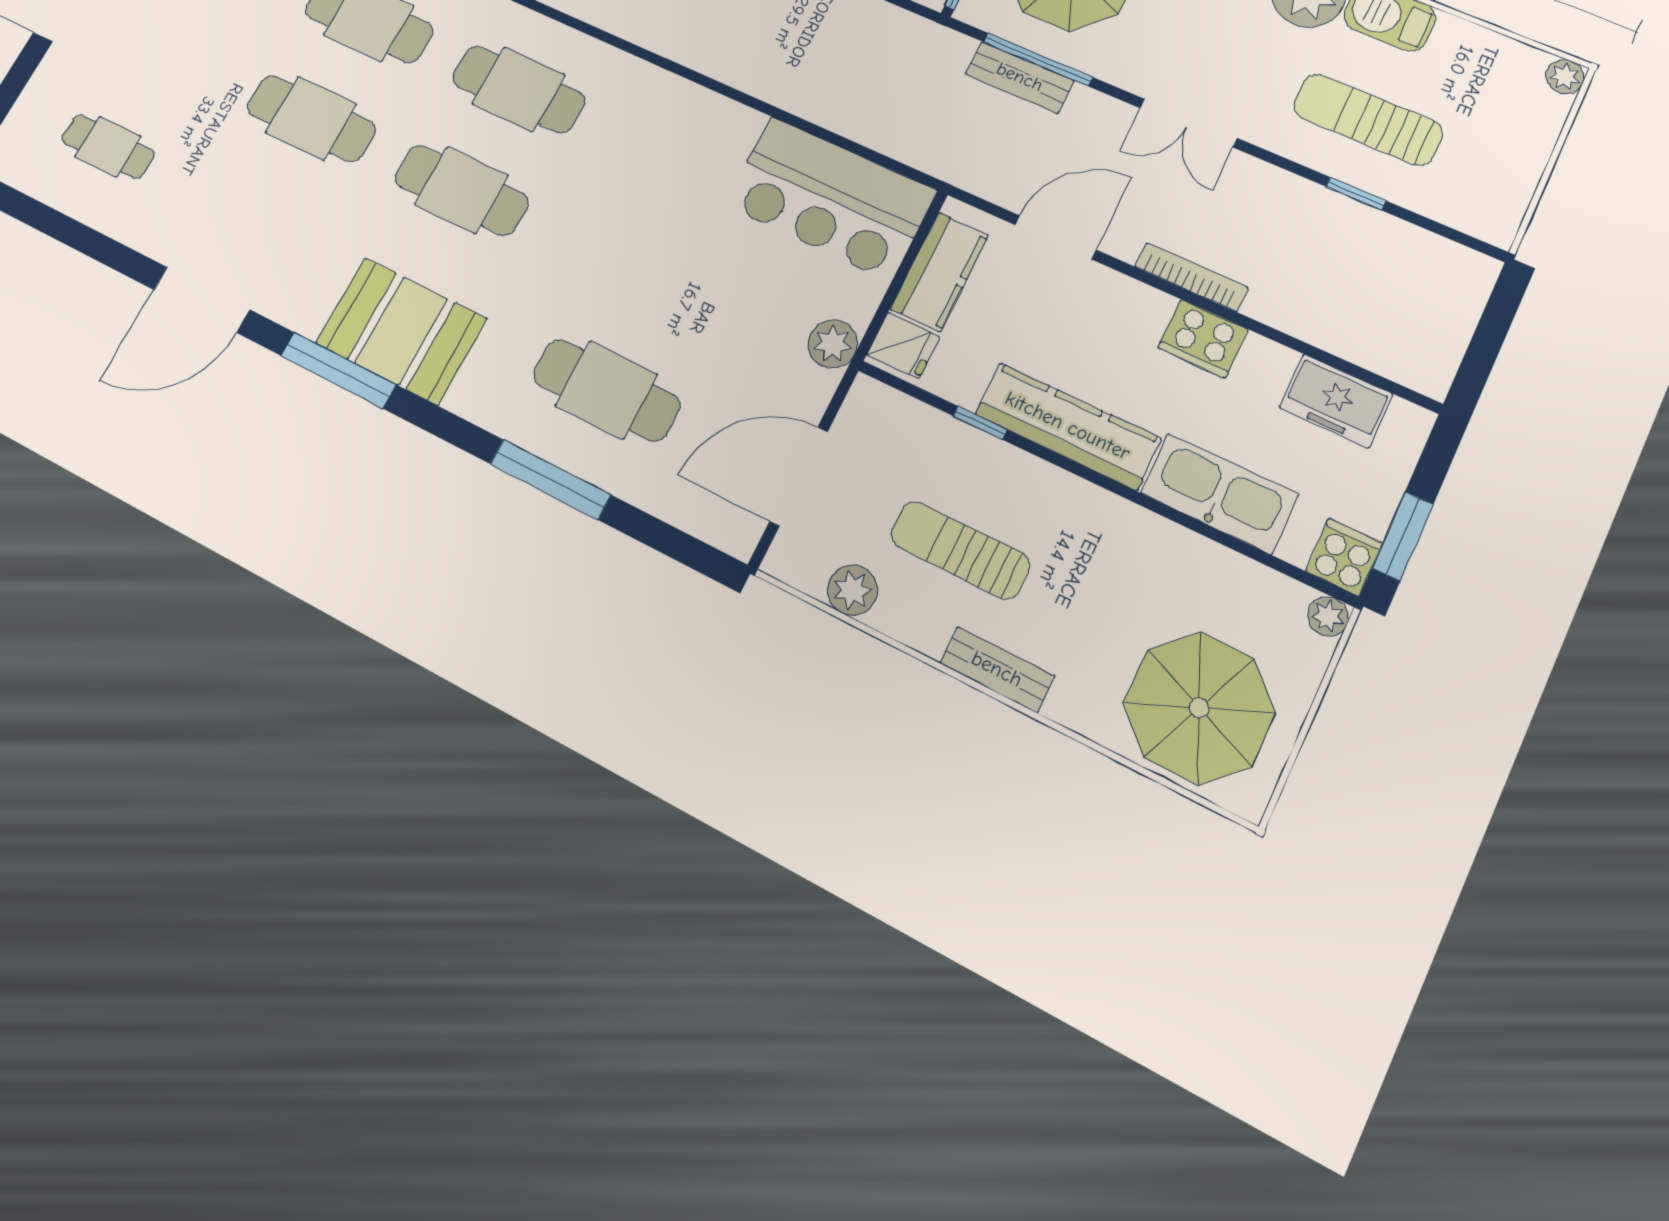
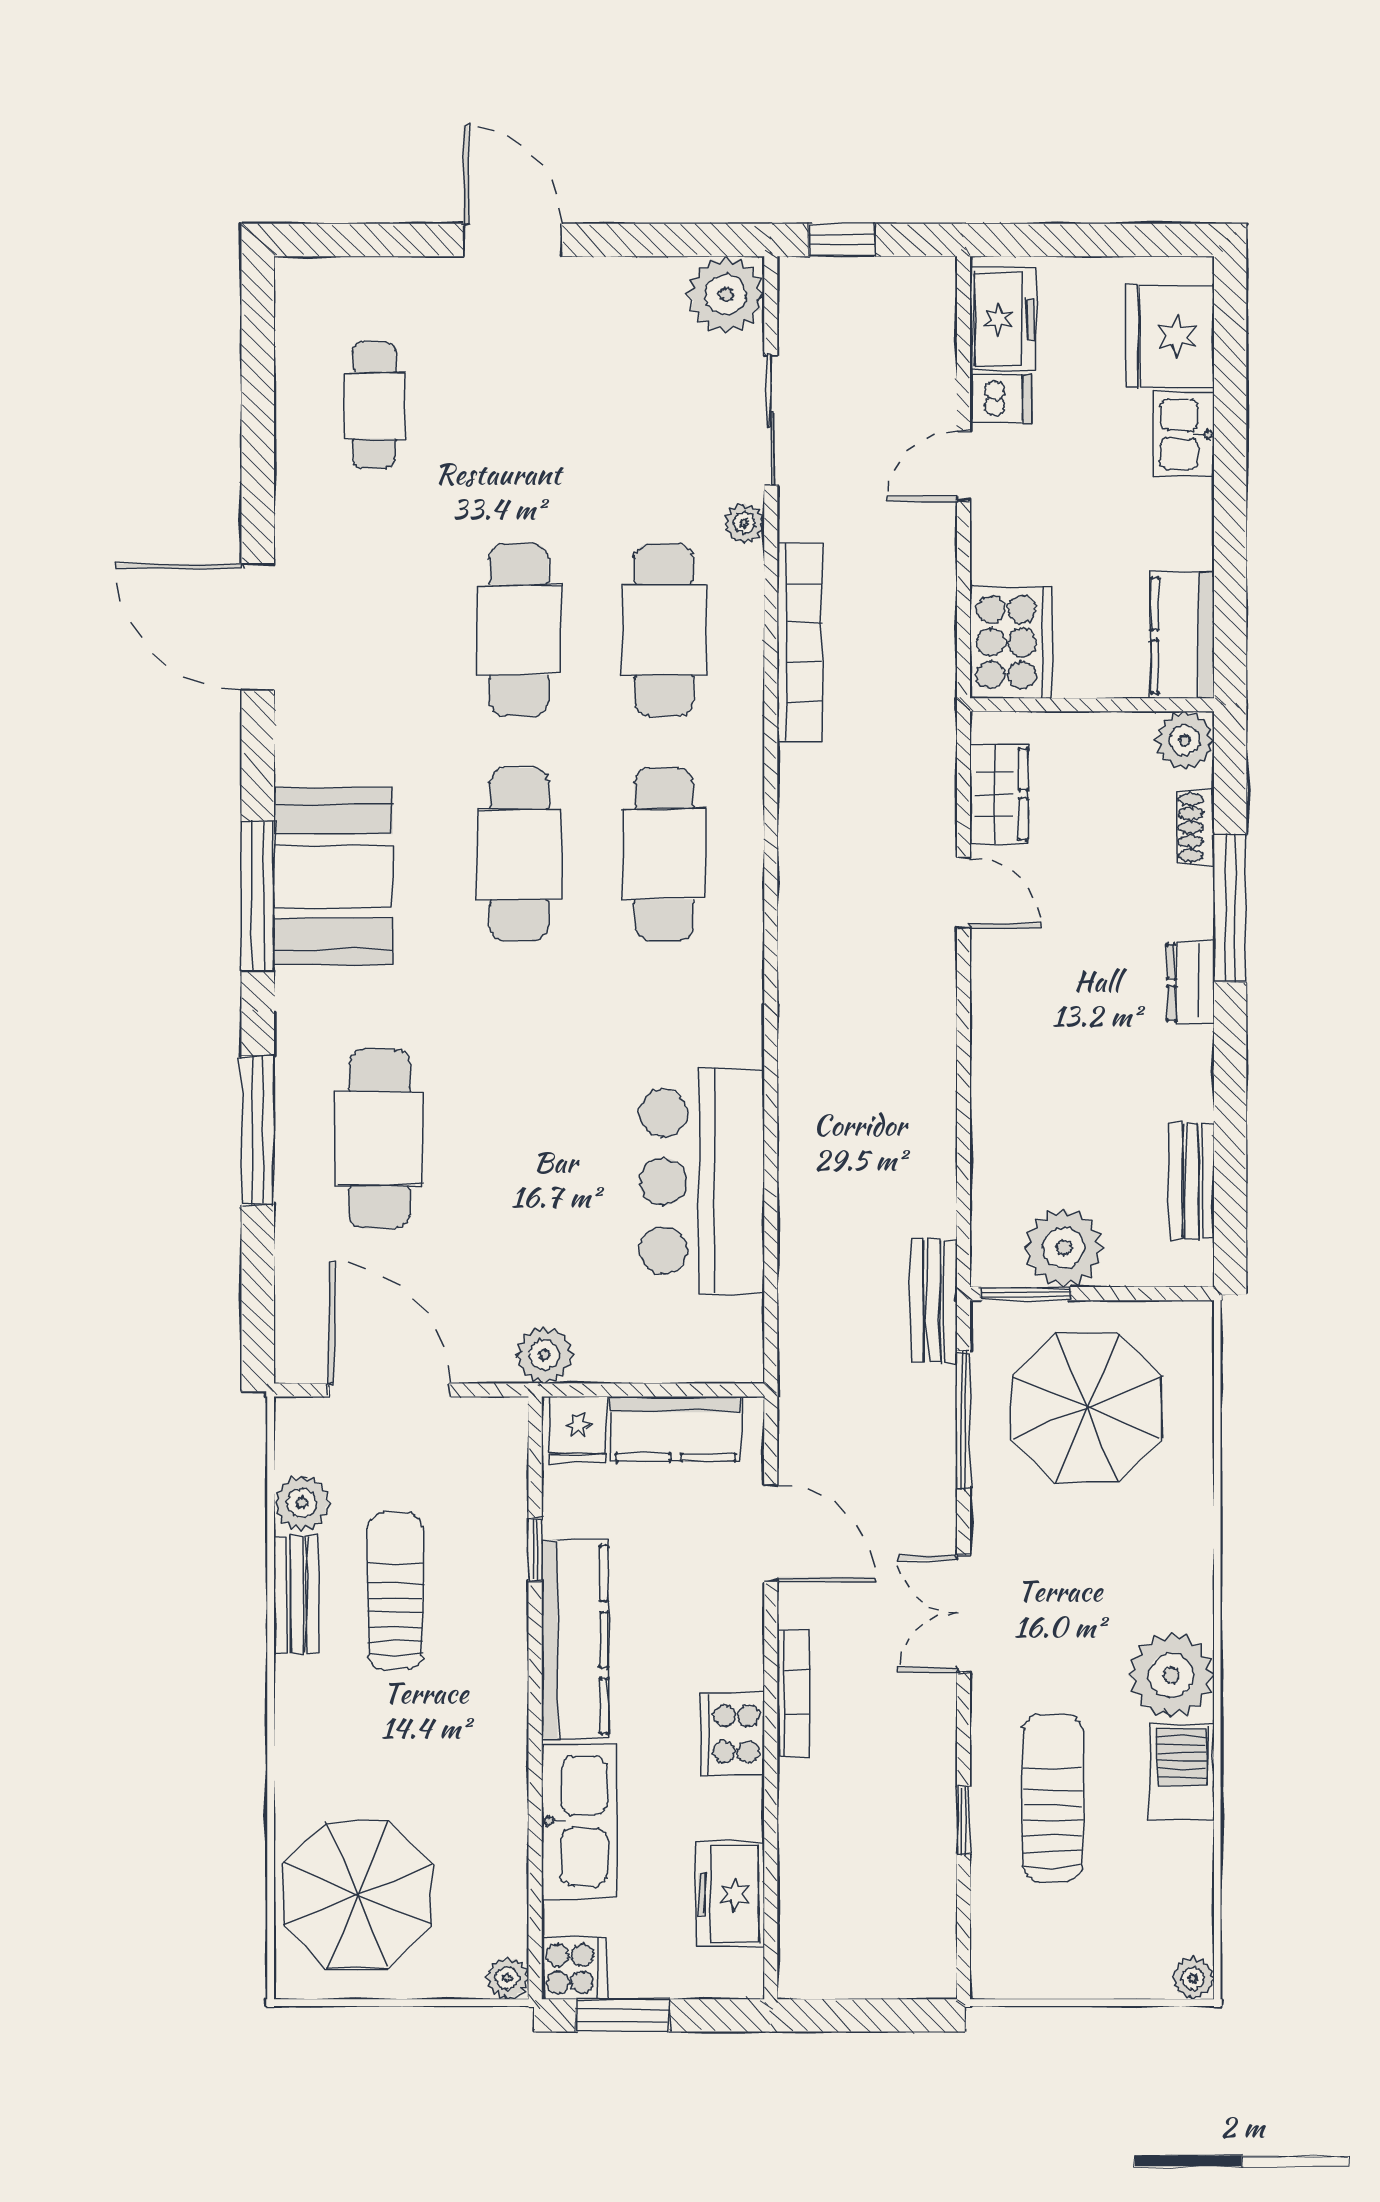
bench: (1020, 77) -> (934, 1301), moved
bar counter: (830, 198) -> (702, 1182), moved
window: (338, 370) -> (258, 896), moved
bench: (997, 669) -> (296, 1594), moved

